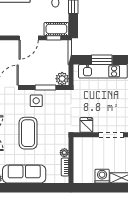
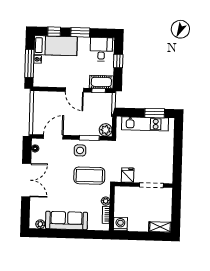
door: (29, 38) -> (74, 90), hinge flipped
window: (102, 60) -> (155, 113), moved
coffee table: (28, 133) -> (89, 176), moved, turned 90
washing machine: (102, 176) -> (120, 224), moved

